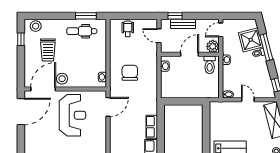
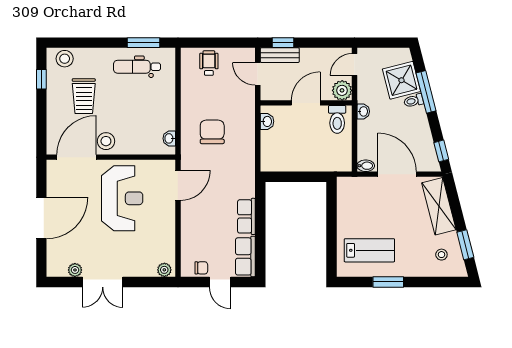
bench: (183, 24) -> (280, 55), moved
door: (248, 100) -> (397, 174), width x1.88
door: (21, 112) -> (41, 218), moved

